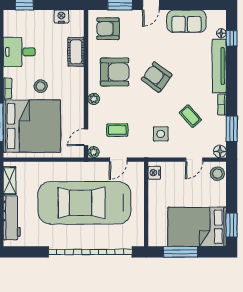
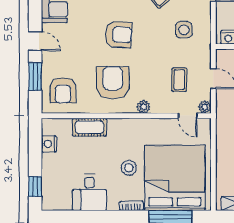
armchair: (157, 77) -> (119, 35), turned -123

